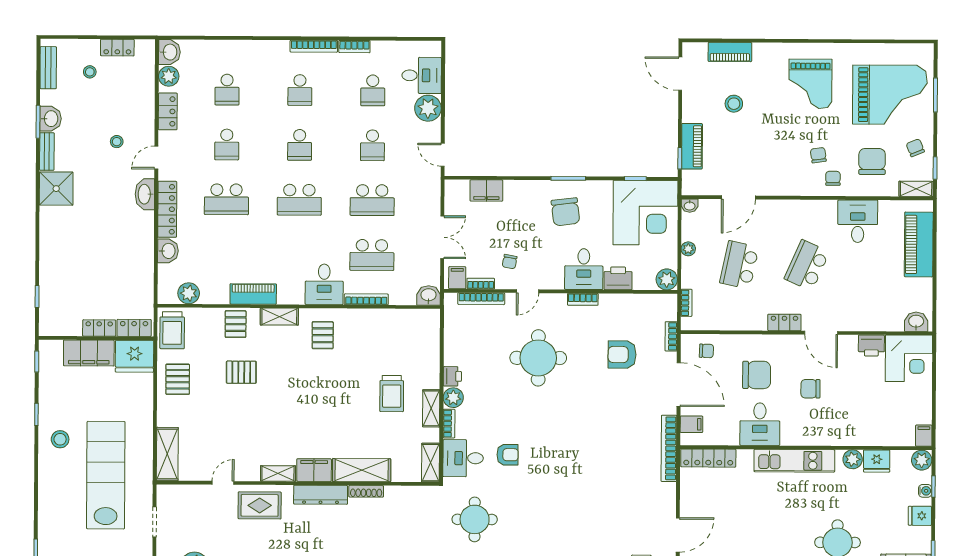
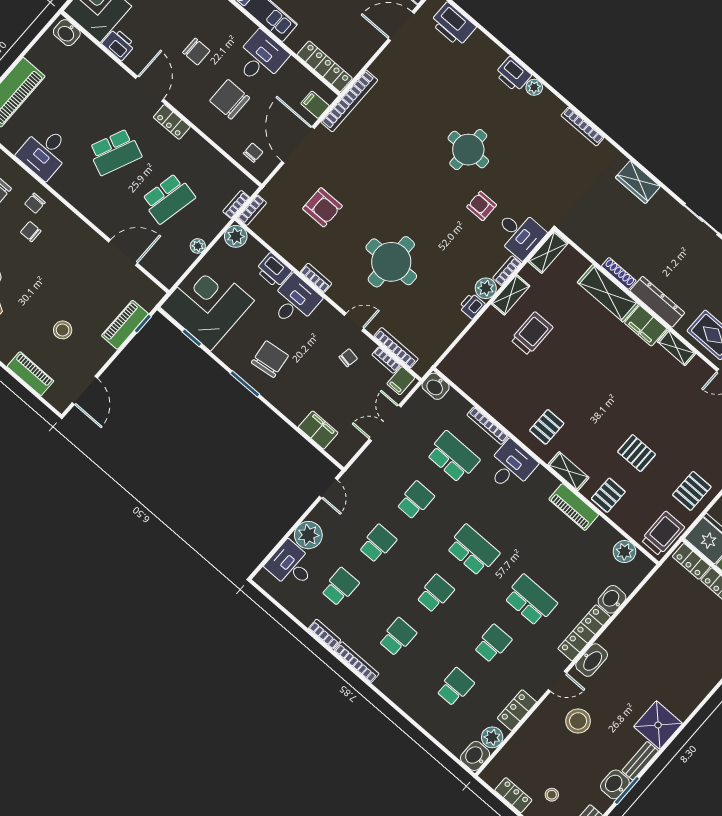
stool: (117, 142) -> (578, 721), width x1.89, depth x1.89
chair: (818, 155) -> (31, 232), turned 98
school desk: (372, 200) -> (415, 500), width x0.54
washbasin: (690, 206) -> (167, 279), removed
bookcase: (671, 336) -> (252, 210), moved
chair: (706, 351) -> (253, 153), turned 88
round table: (475, 519) -> (468, 150), moved

